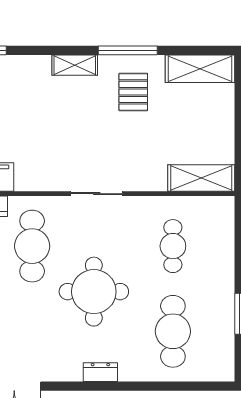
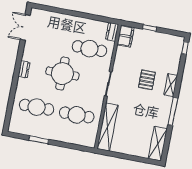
pallet: (133, 92) -> (147, 80), moved, turned 90
shelving: (201, 178) -> (108, 127), width x1.47
cafe table: (173, 246) -> (77, 115), width x1.37, depth x1.35

